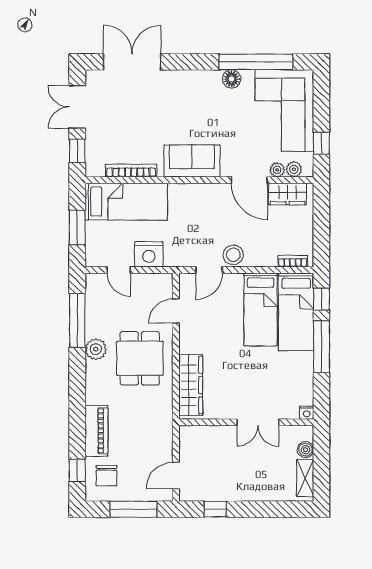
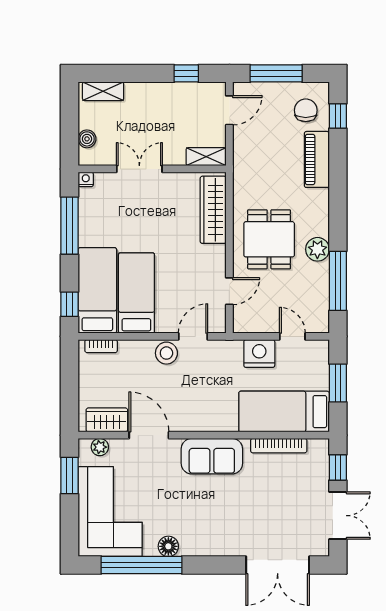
window: (321, 143) -> (69, 476), width x1.50
plant: (277, 170) -> (118, 446), removed
window: (321, 347) -> (69, 226), moved
shelving: (197, 433) -> (206, 157), added
shelving: (305, 478) -> (103, 91), moved, turned 90

